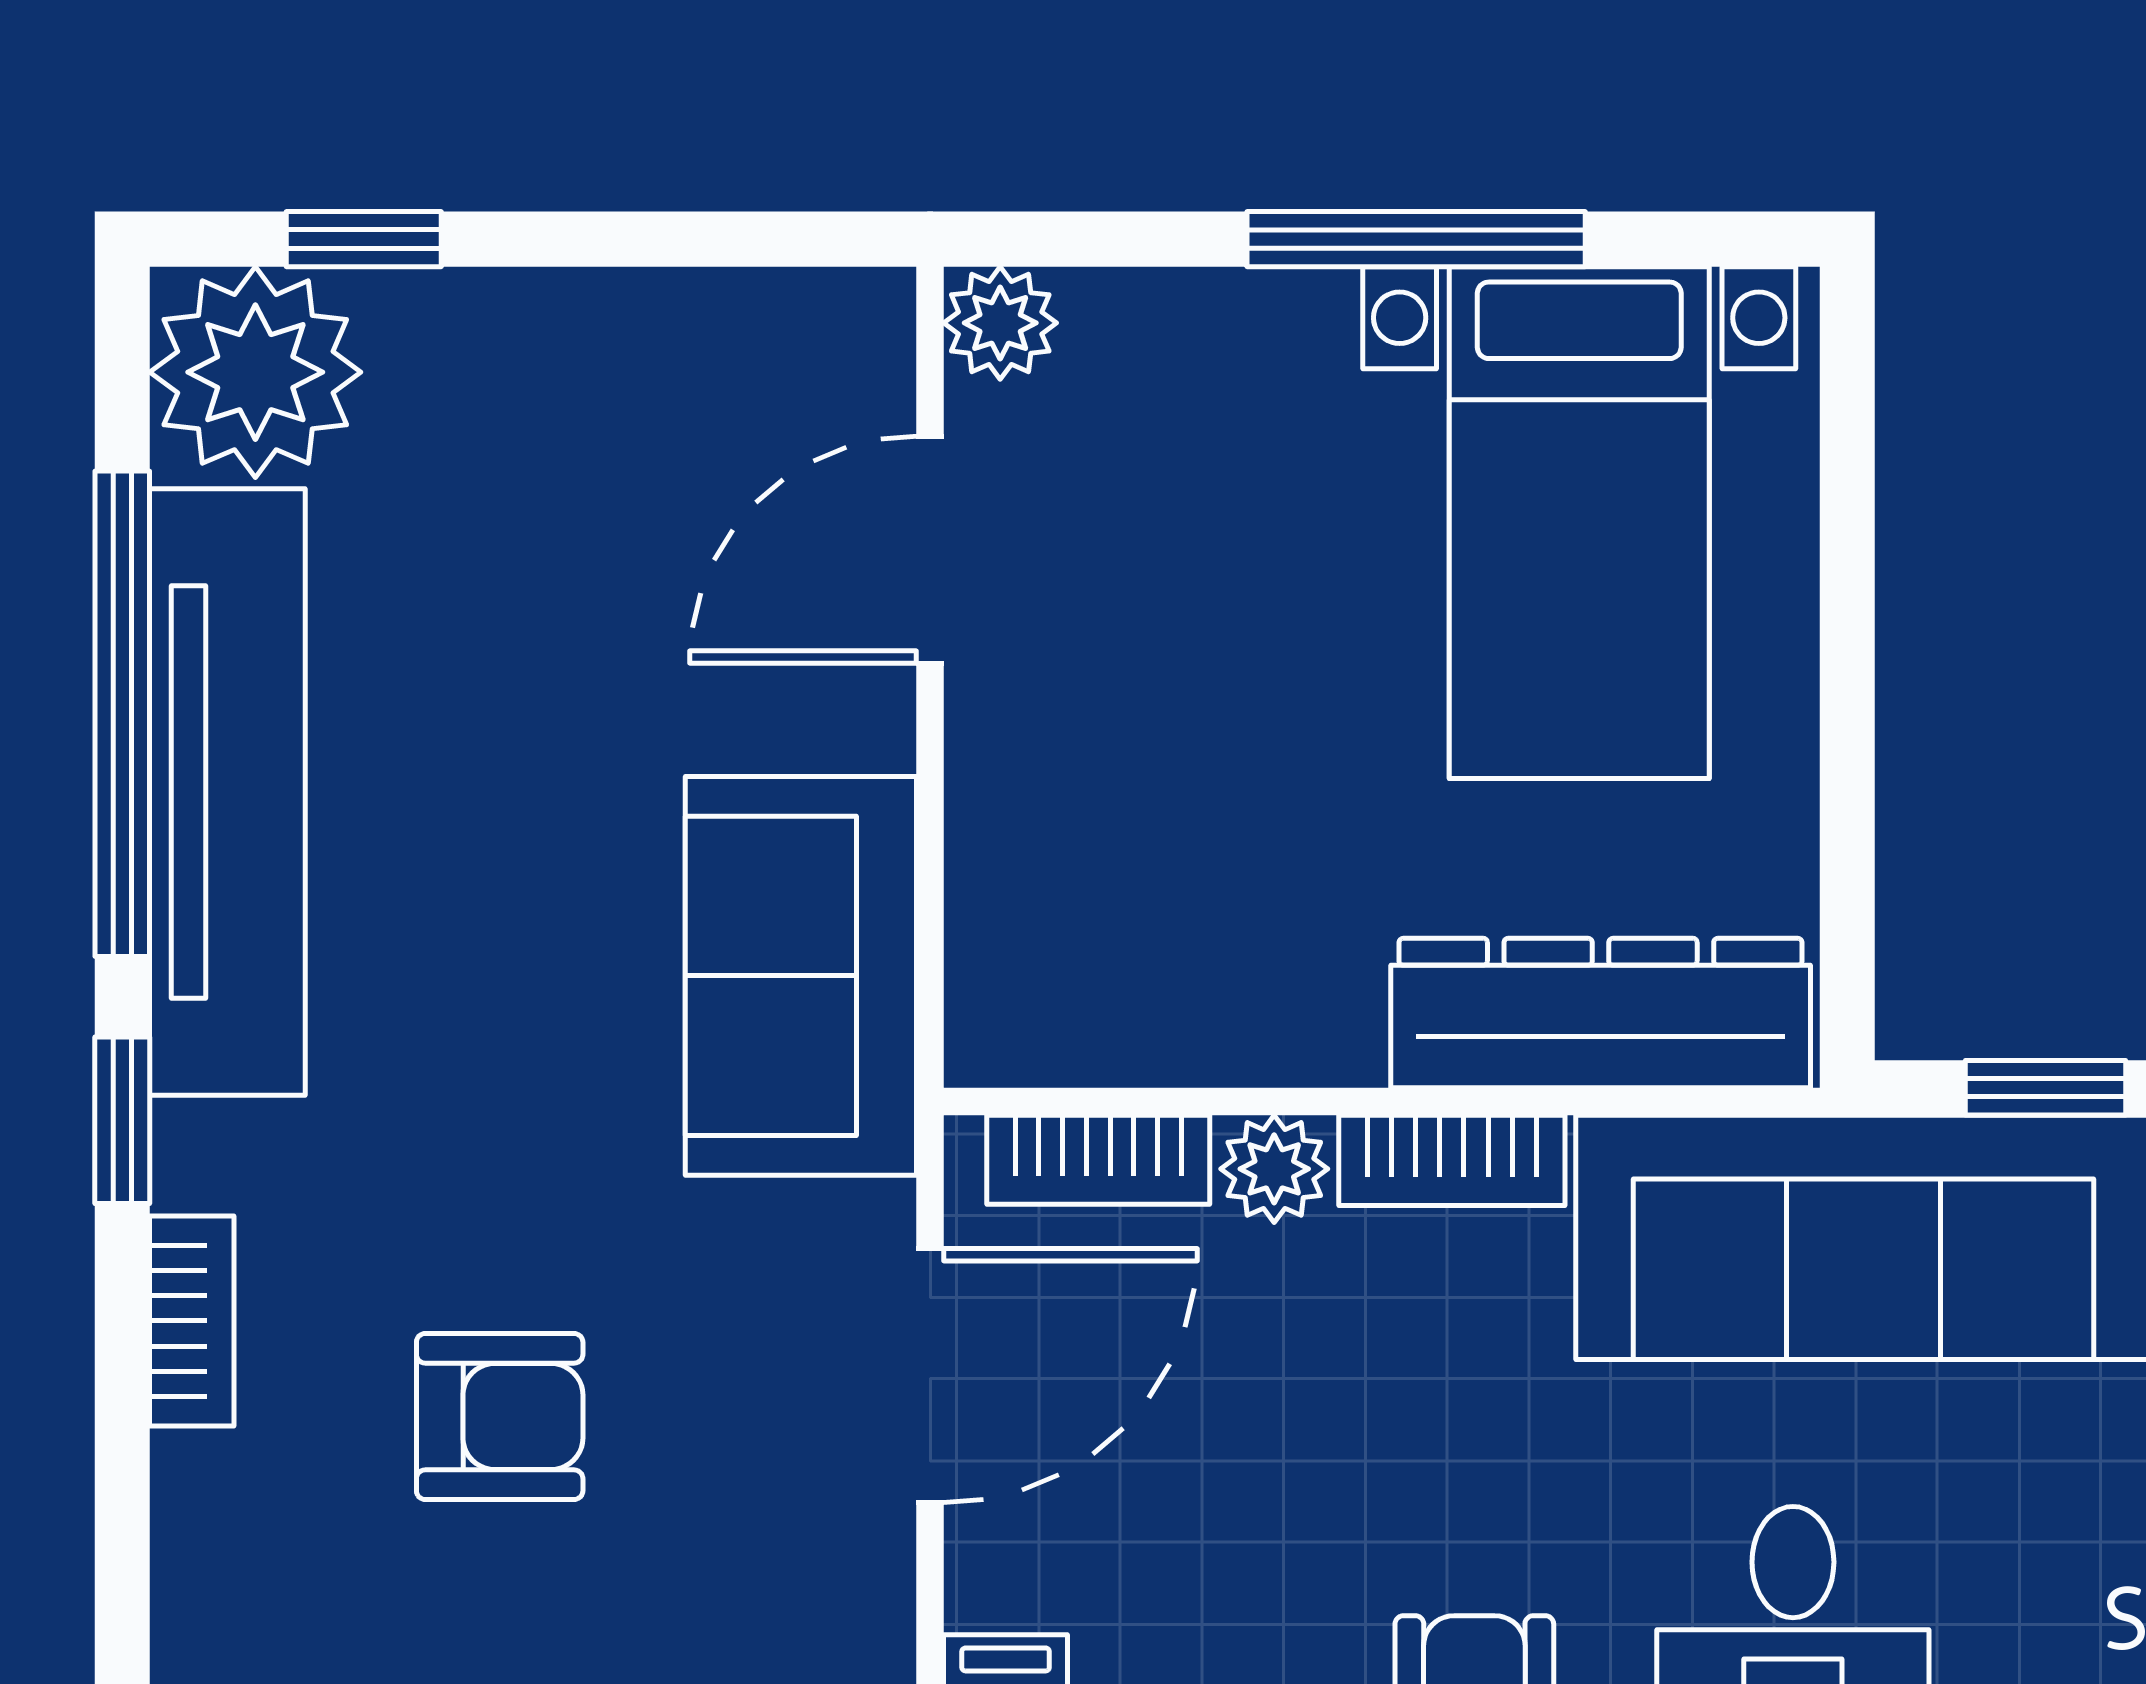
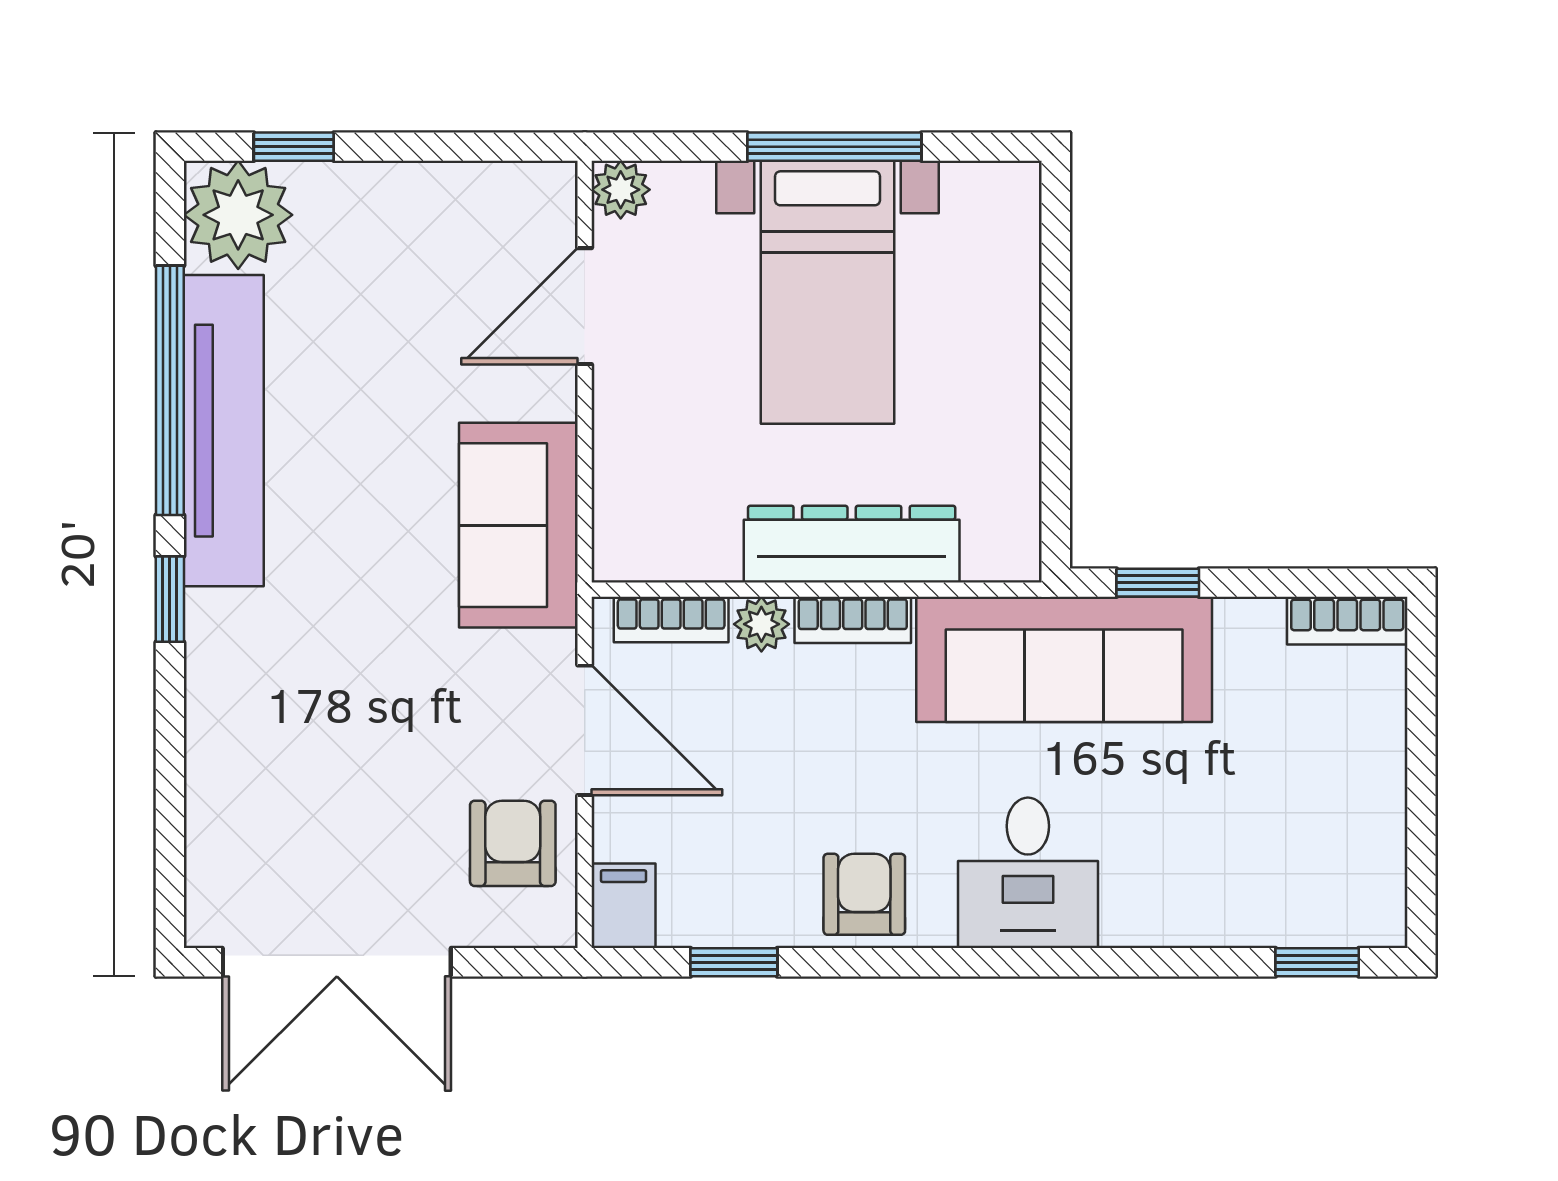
bed with nightstands: (1579, 523) -> (828, 292), moved
dresser: (1601, 1013) -> (852, 544), moved
bookcase: (192, 1321) -> (206, 702), removed
door: (930, 1376) -> (585, 730), hinge flipped
armchair: (500, 1416) -> (513, 843), moved, turned -90

